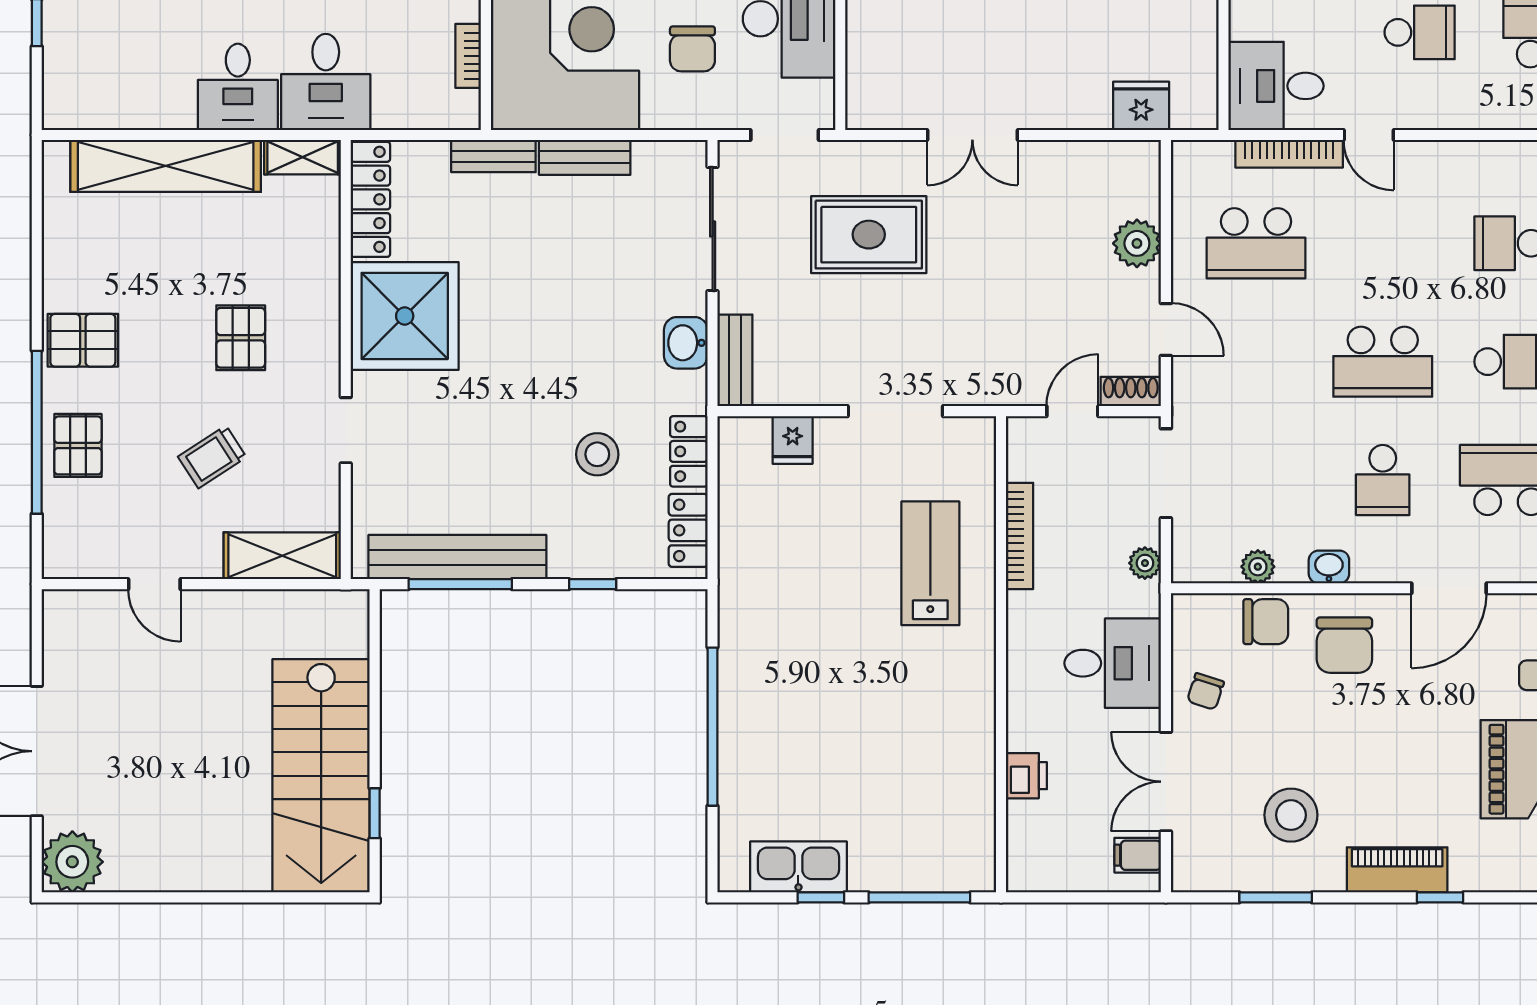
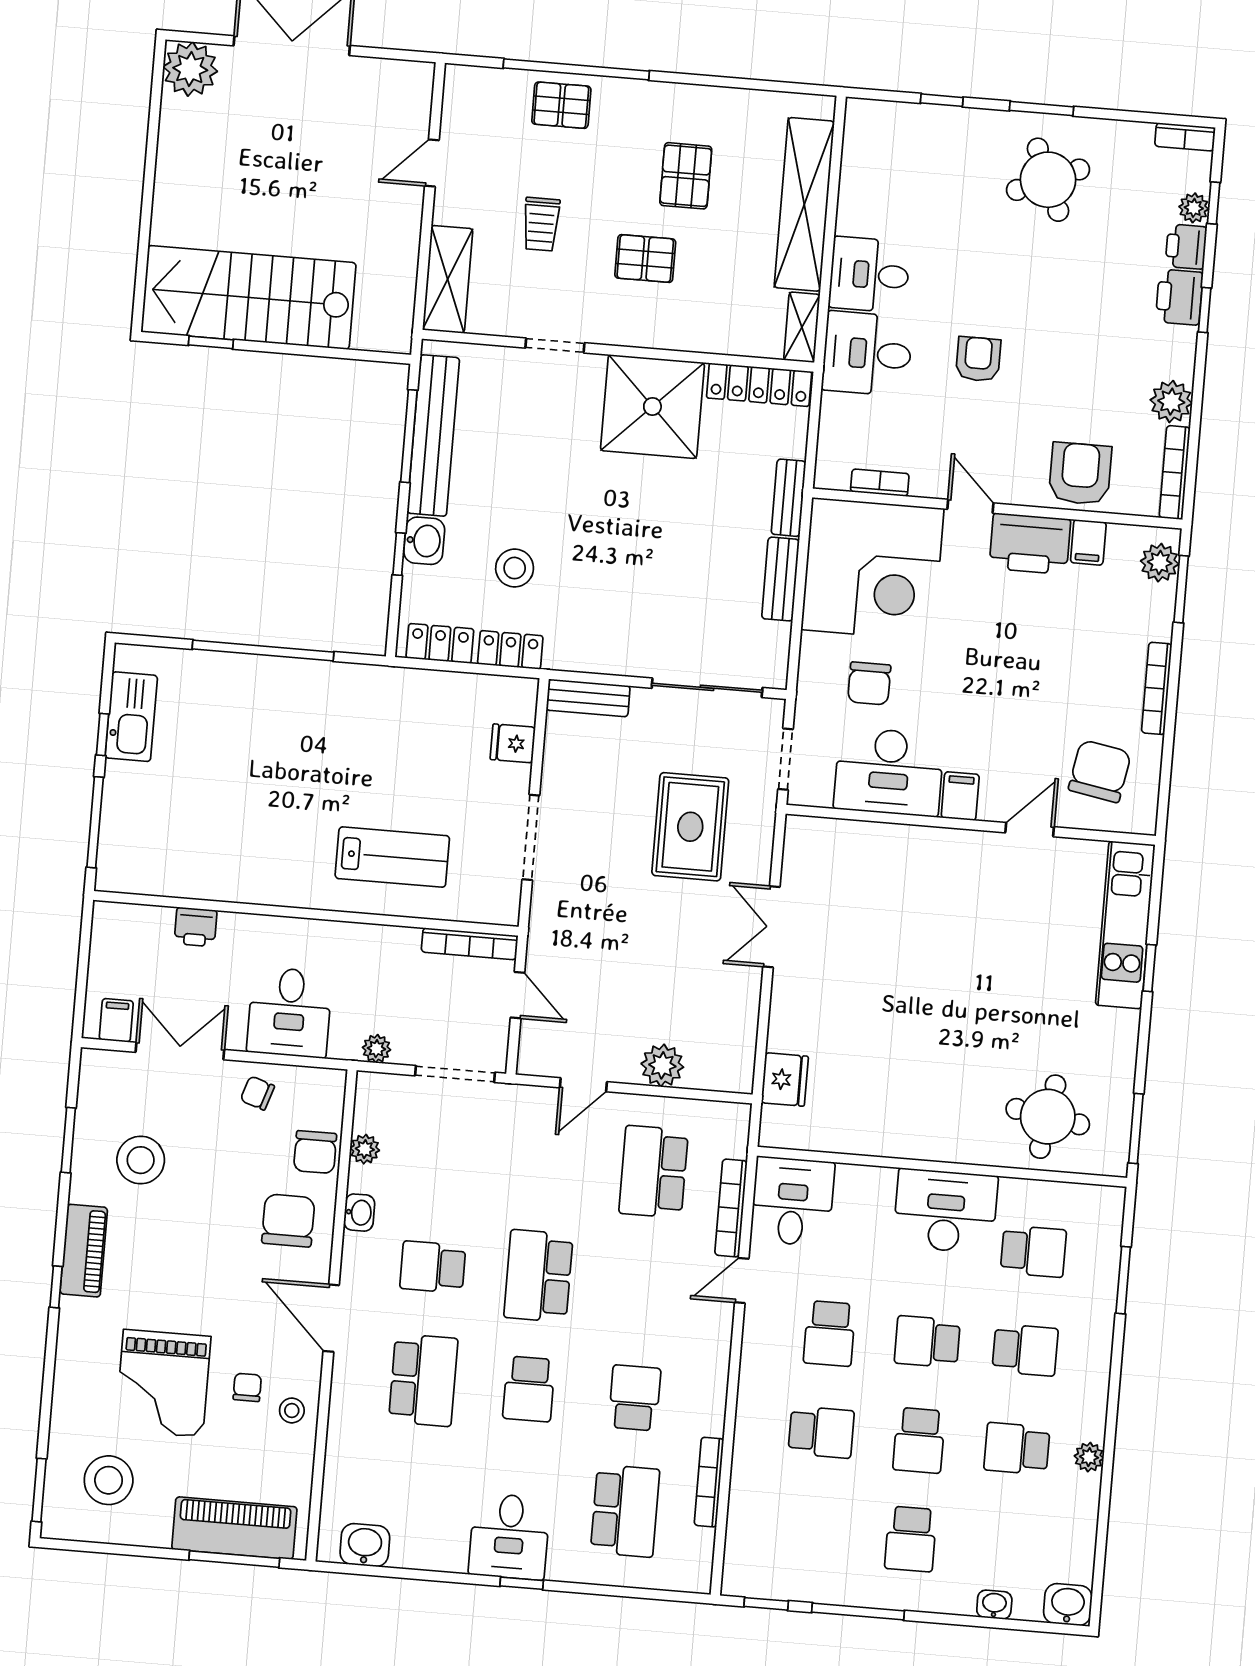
chair: (692, 49) -> (869, 683), turned -90
pallet: (83, 340) -> (686, 176), moved
washbasin: (686, 343) -> (424, 541), moved, turned 90
shoe rack: (1131, 391) -> (531, 1049), removed
trolley: (212, 457) -> (541, 224), turned -147
bookcase: (1020, 536) -> (470, 944), moved
chair: (1344, 645) -> (288, 1220), turned 90

